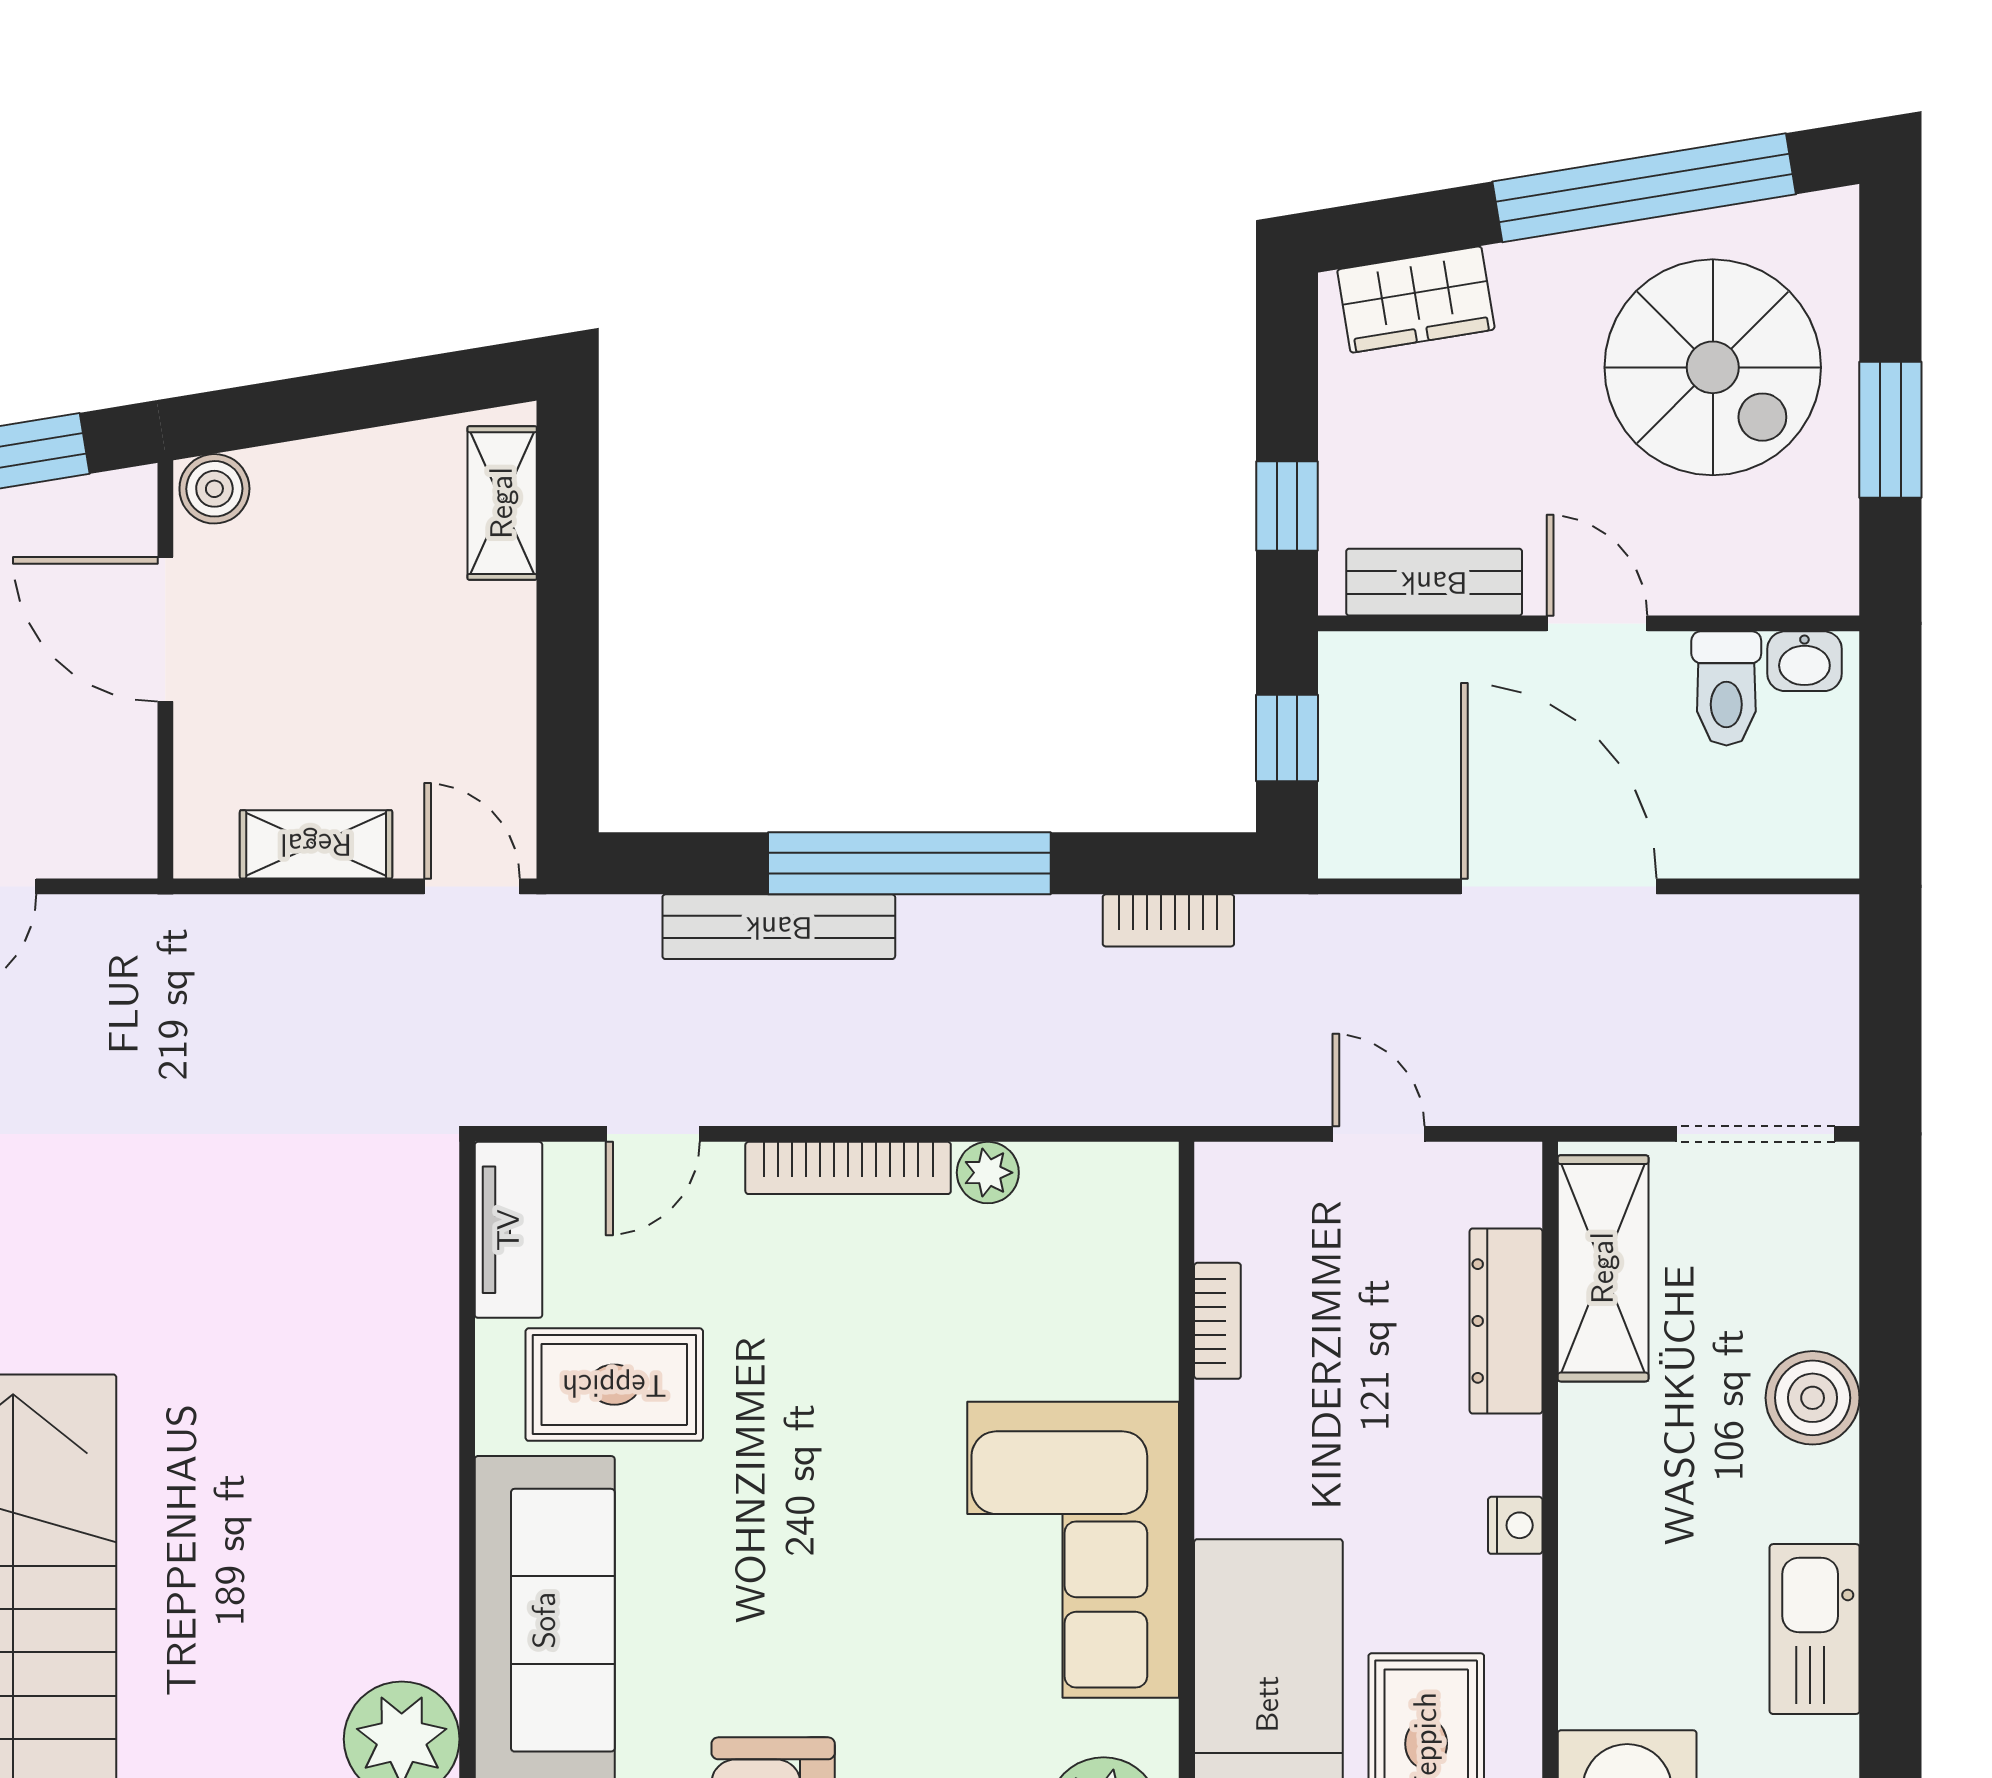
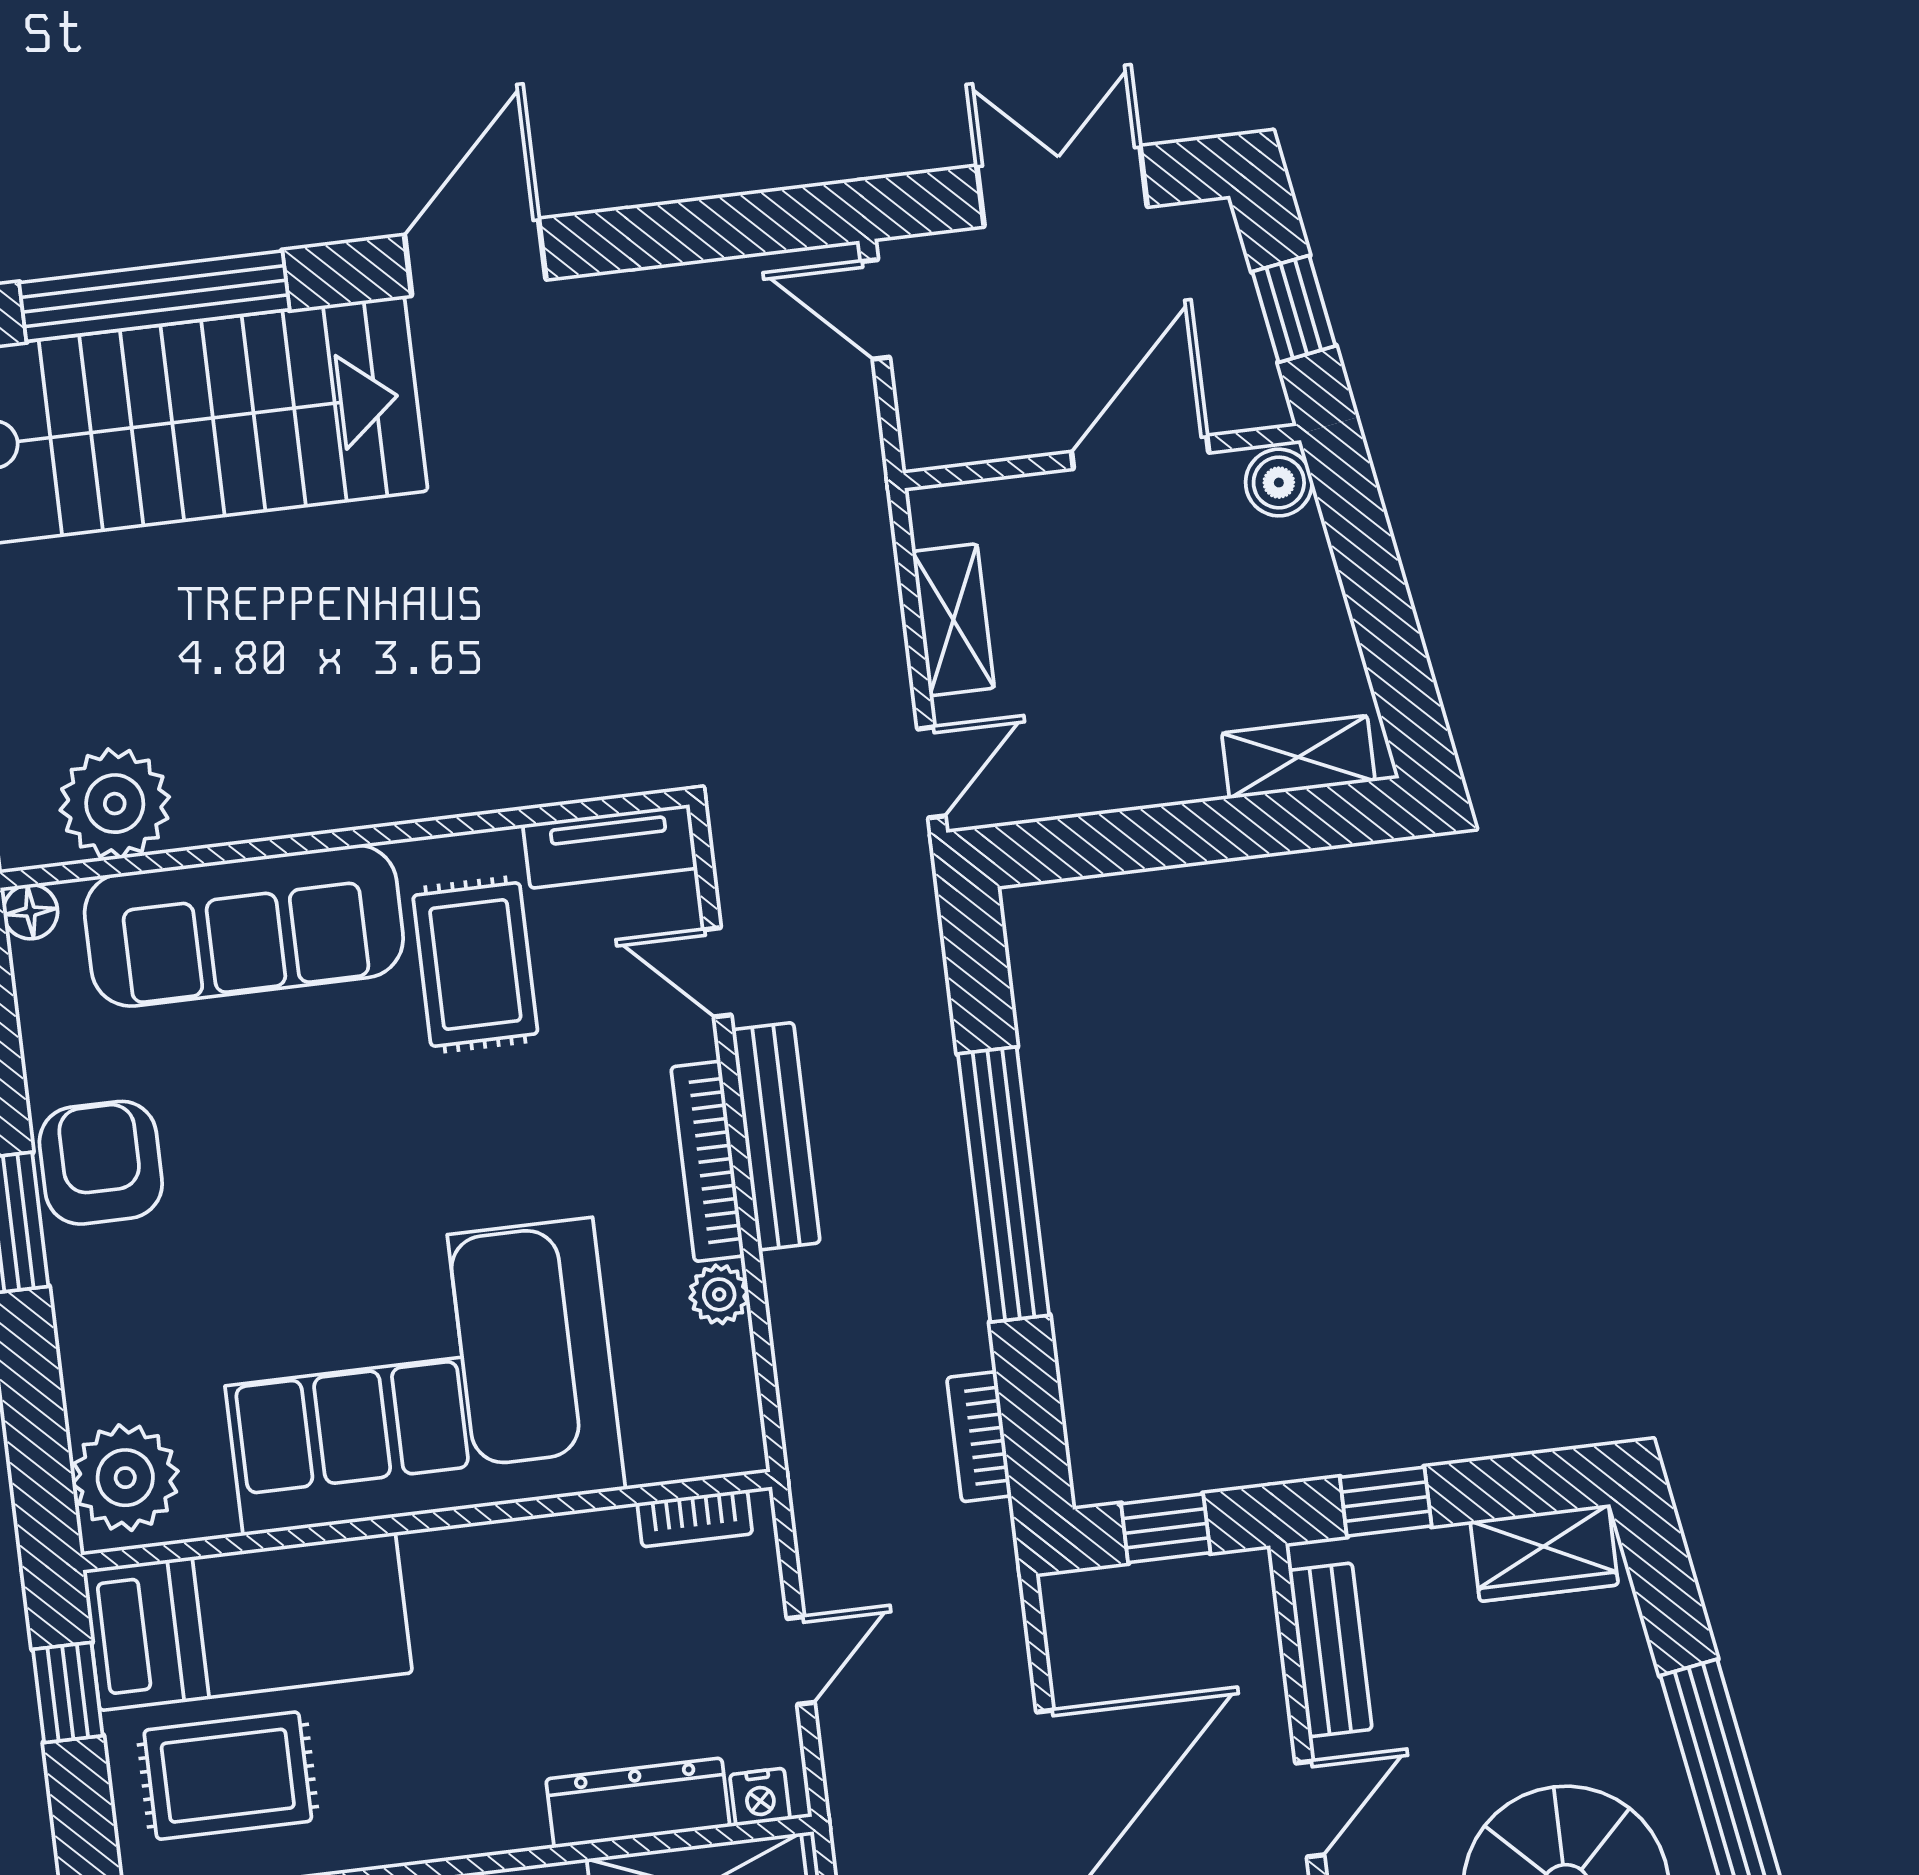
wardrobe: (1416, 299) -> (1544, 1553), moved, turned -81
bench: (779, 927) -> (776, 1136), moved
bookcase: (1217, 1321) -> (695, 1518), moved
nightstand: (1515, 1525) -> (760, 1797), moved
corner sofa: (1073, 1550) -> (418, 1376), width x1.36, depth x1.36

